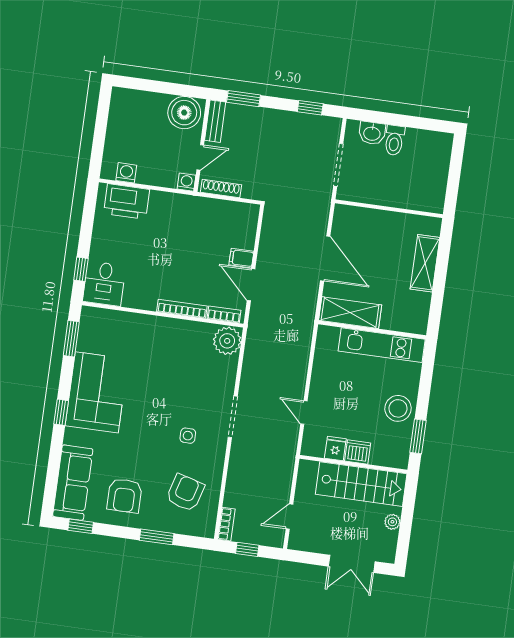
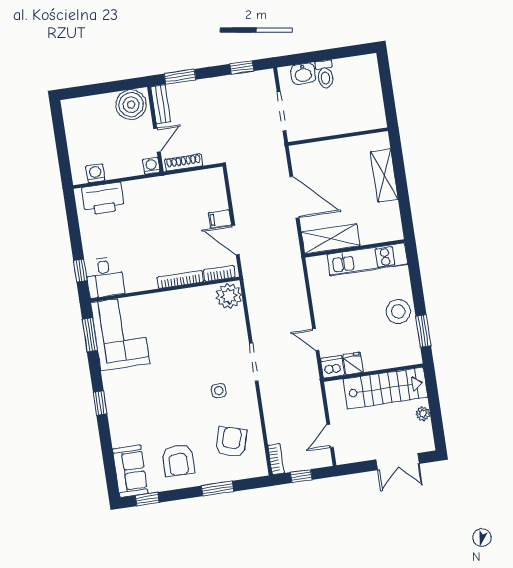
corner sofa: (97, 392) -> (120, 333), moved
dishwasher: (358, 452) -> (332, 367), moved
sofa: (73, 483) -> (130, 471), width x0.73

